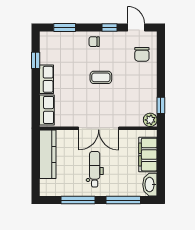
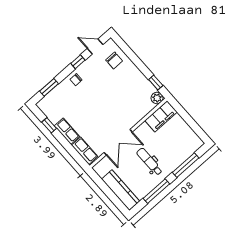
coffee table: (101, 77) -> (101, 99), removed
double door: (99, 128) -> (118, 142), moved
kitchen counter: (48, 154) -> (121, 190), moved
filing cabinet: (148, 155) -> (161, 116), moved, turned -90
washbasin: (150, 185) -> (194, 140), removed

